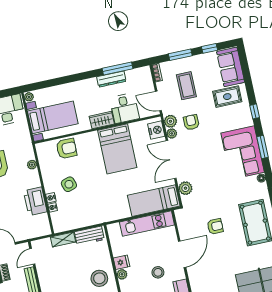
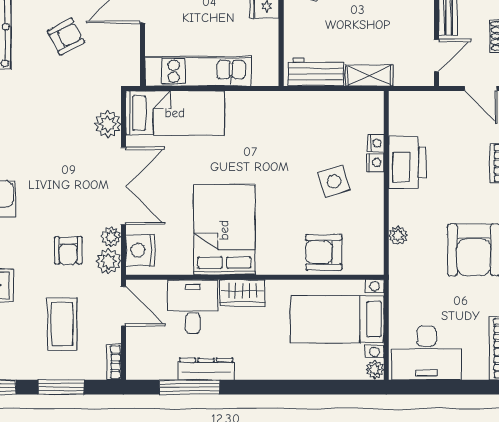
armchair: (215, 226) -> (66, 37), turned 152

